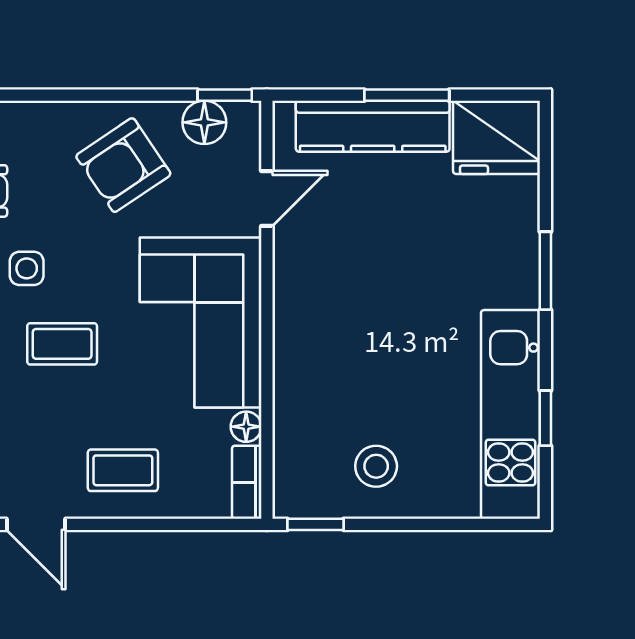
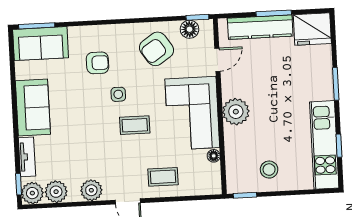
plant: (304, 324) -> (236, 112), added
bookcase: (247, 482) -> (215, 179), removed

